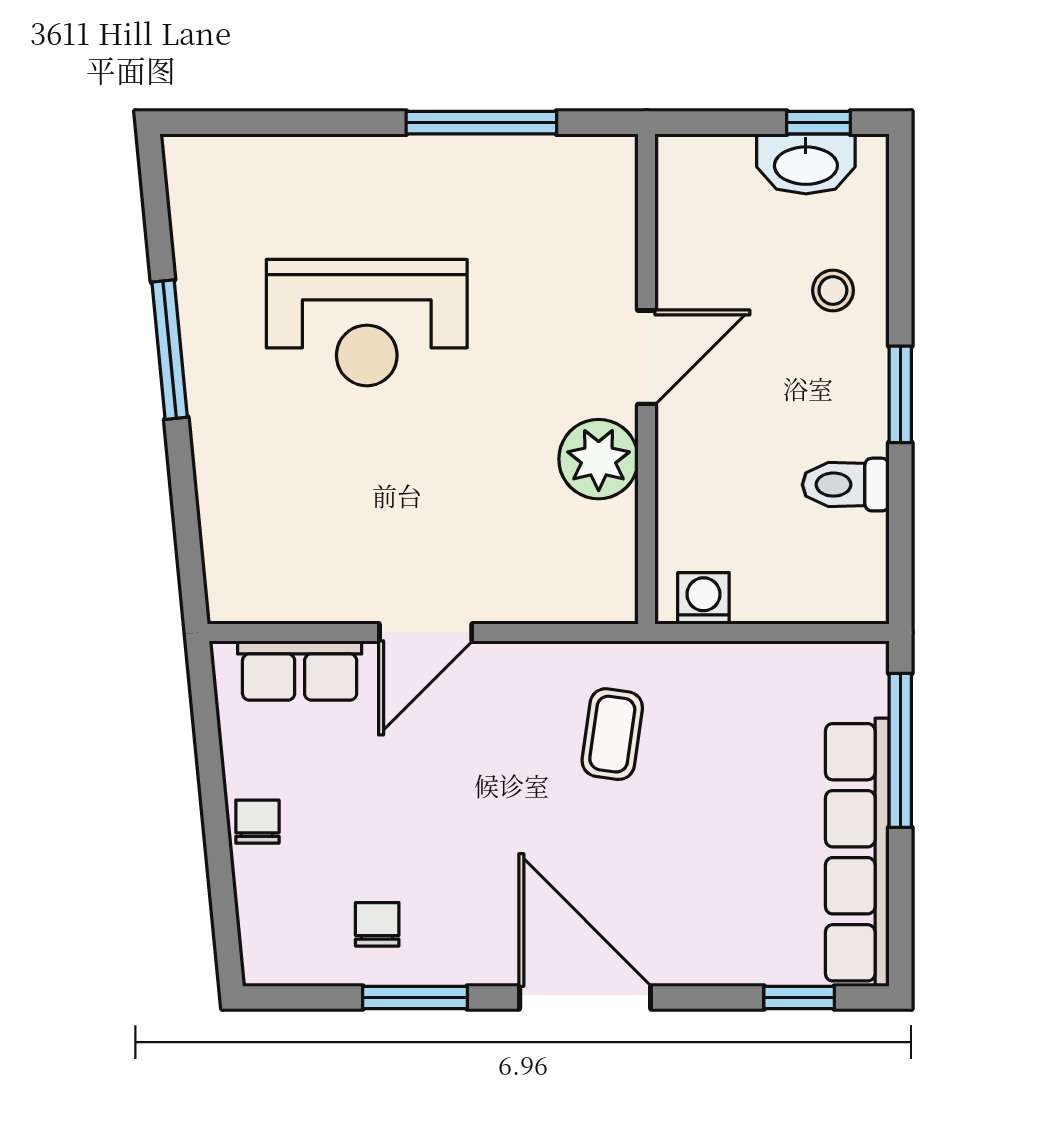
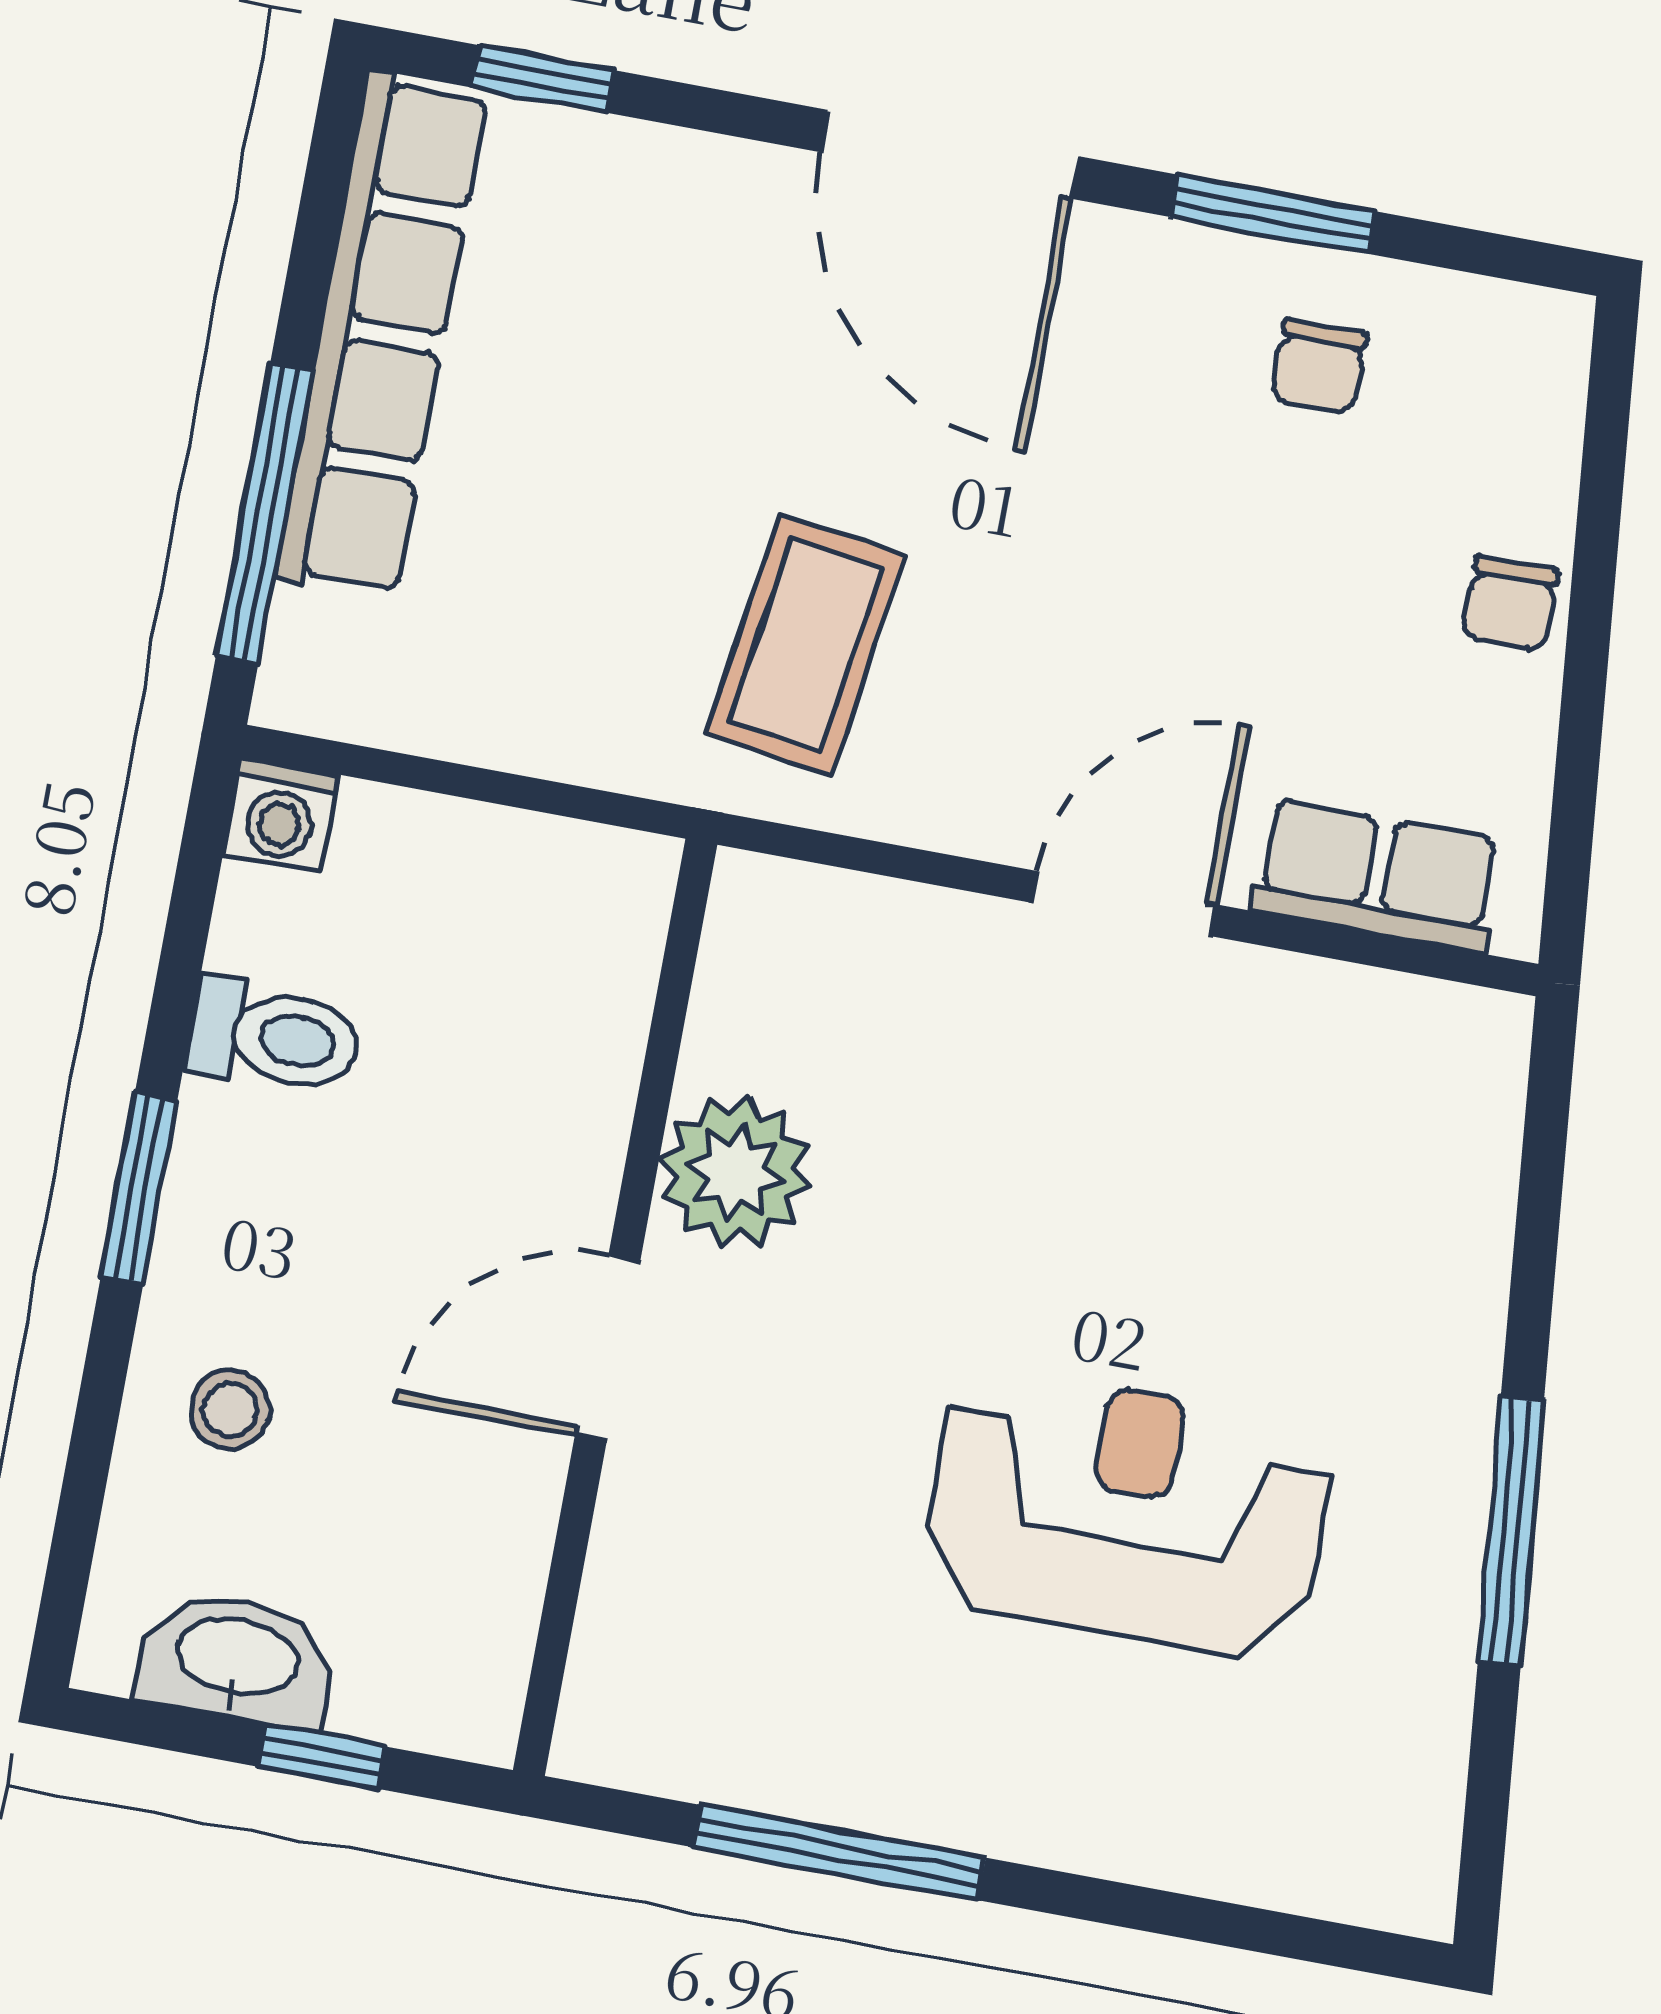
window: (818, 123) -> (322, 1757), moved
washing machine: (703, 598) -> (281, 814), moved
coffee table: (612, 734) -> (805, 645), width x1.36, depth x1.30

